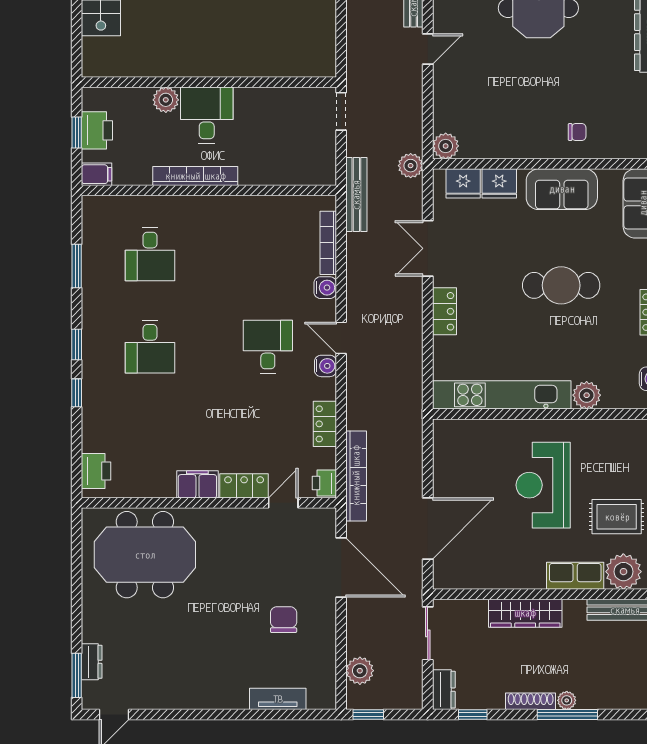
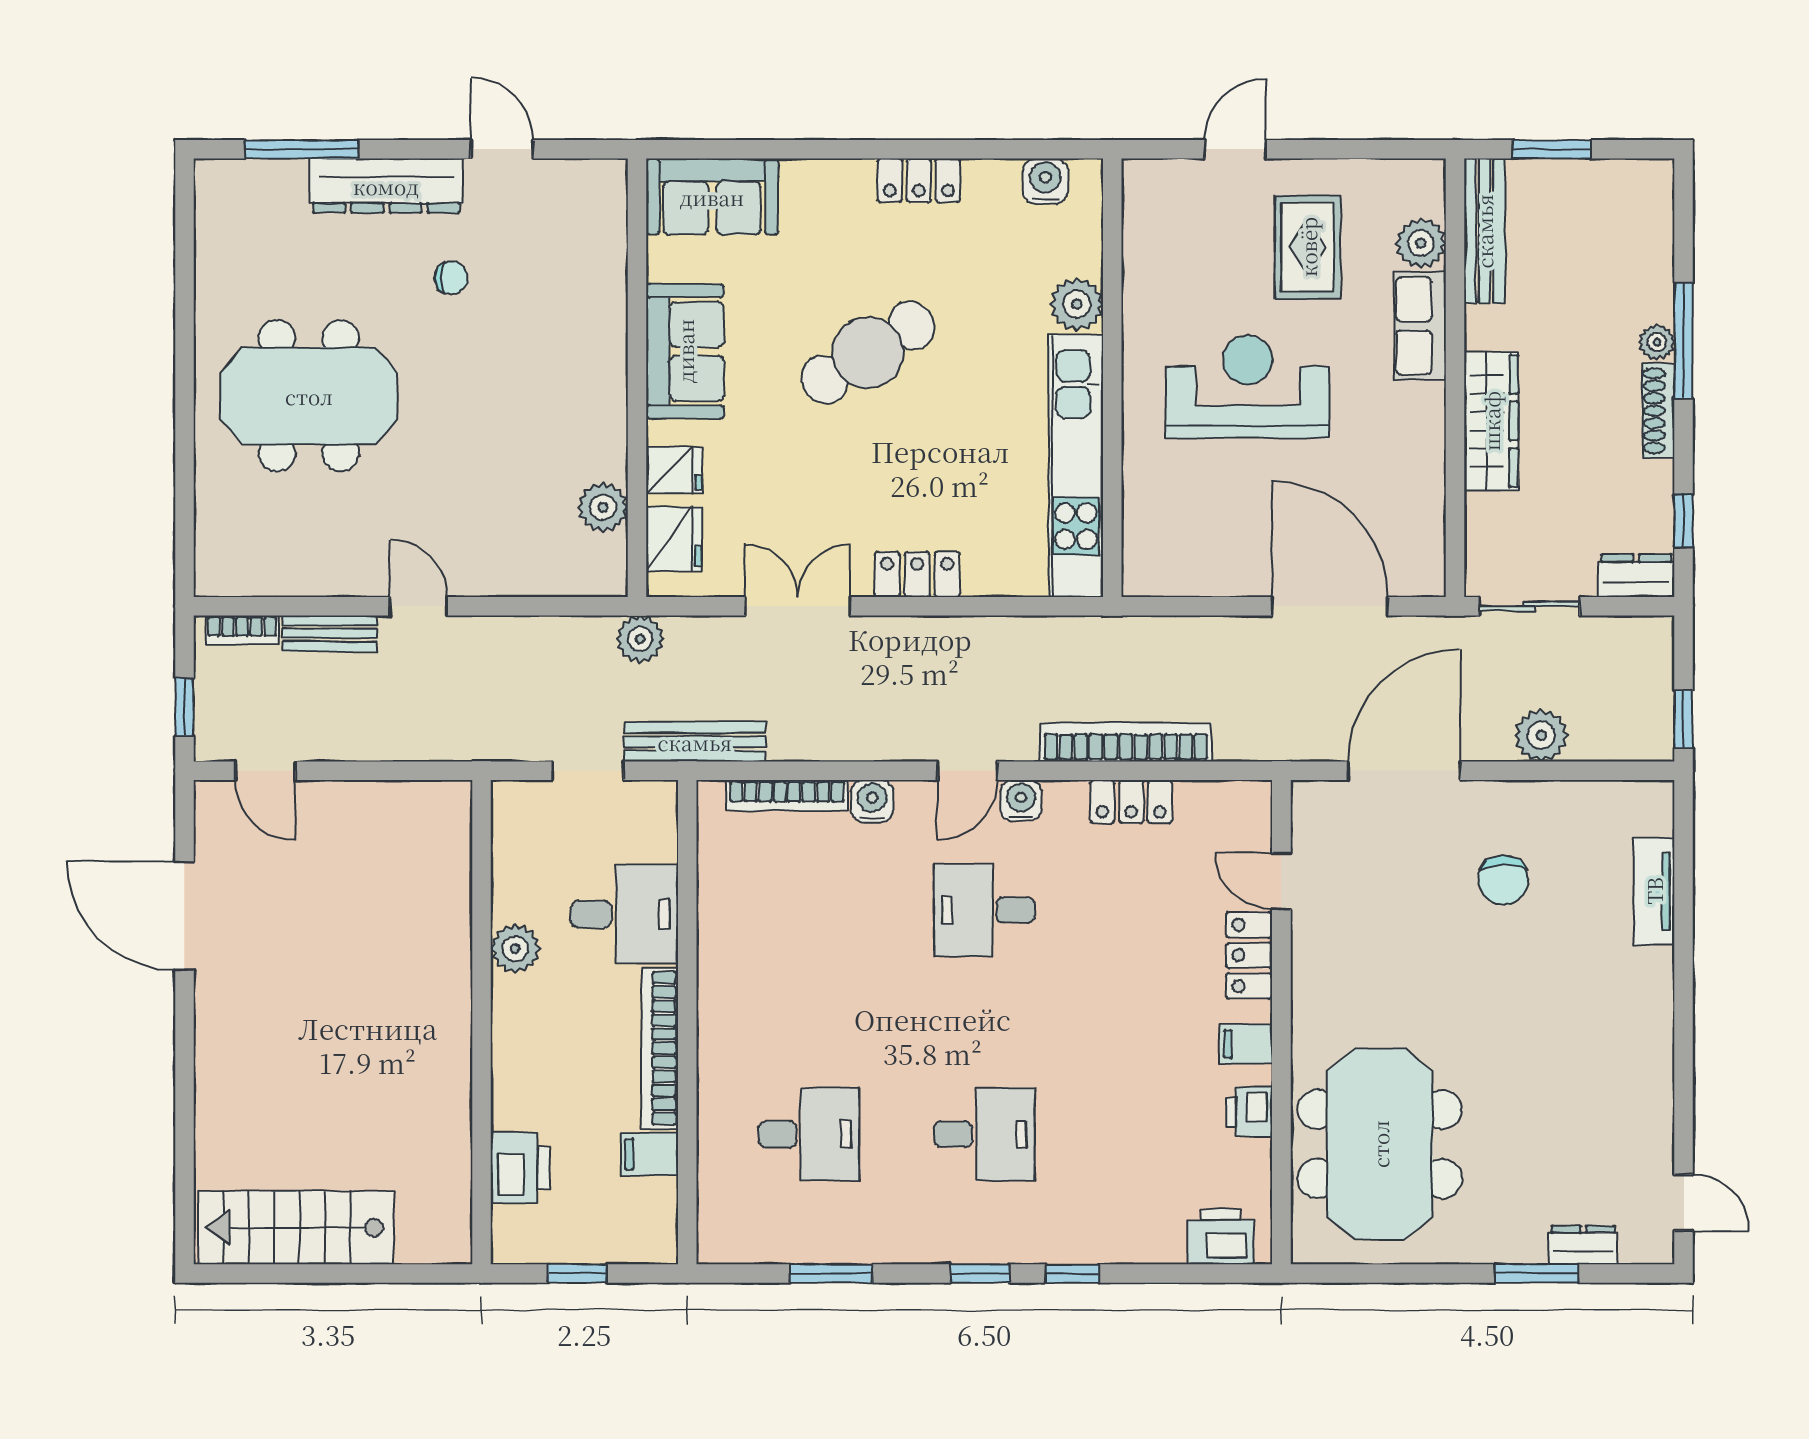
plant: (166, 100) -> (515, 949), moved
doorway: (341, 111) -> (588, 771), moved
desk: (207, 115) -> (624, 914), moved, turned 180
printer: (97, 130) -> (520, 1168), moved, turned 90
chair: (577, 132) -> (451, 278), moved, turned 90
plant: (446, 146) -> (603, 507), moved
filing cabinet: (97, 174) -> (649, 1154), moved, turned -90
fridge: (499, 183) -> (674, 470), width x0.72
double door: (428, 248) -> (798, 606), swing flipped
cafe table: (561, 285) -> (868, 353), turned 58
bookcase: (356, 476) -> (1126, 742), moved
printer: (324, 483) -> (1250, 1112), moved, turned 90
filing cabinet: (197, 484) -> (1246, 1044), width x0.50
reception desk: (543, 485) -> (1248, 387), turned 180
plant: (623, 572) -> (1421, 243), width x0.73, depth x0.73
chair: (284, 620) -> (1503, 880), turned -90
plant: (360, 671) -> (1541, 735), moved
window: (77, 675) -> (1537, 1274), moved

